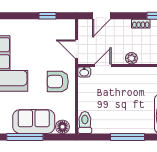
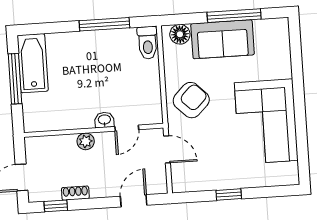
window: (48, 16) -> (229, 194), moved
washbasin: (84, 72) -> (104, 120), moved
armchair: (58, 82) -> (191, 100), turned -45
window: (128, 137) -> (104, 24), moved

